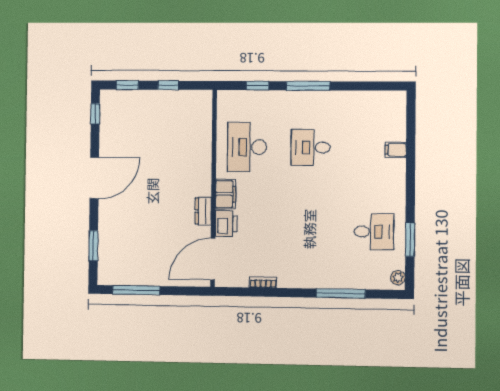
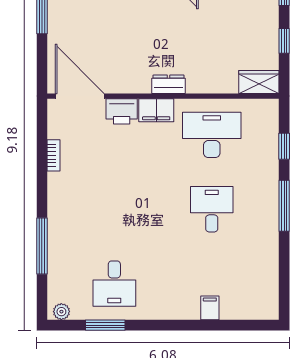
wardrobe: (203, 107) -> (259, 82), added
dresser: (203, 211) -> (169, 84), moved

